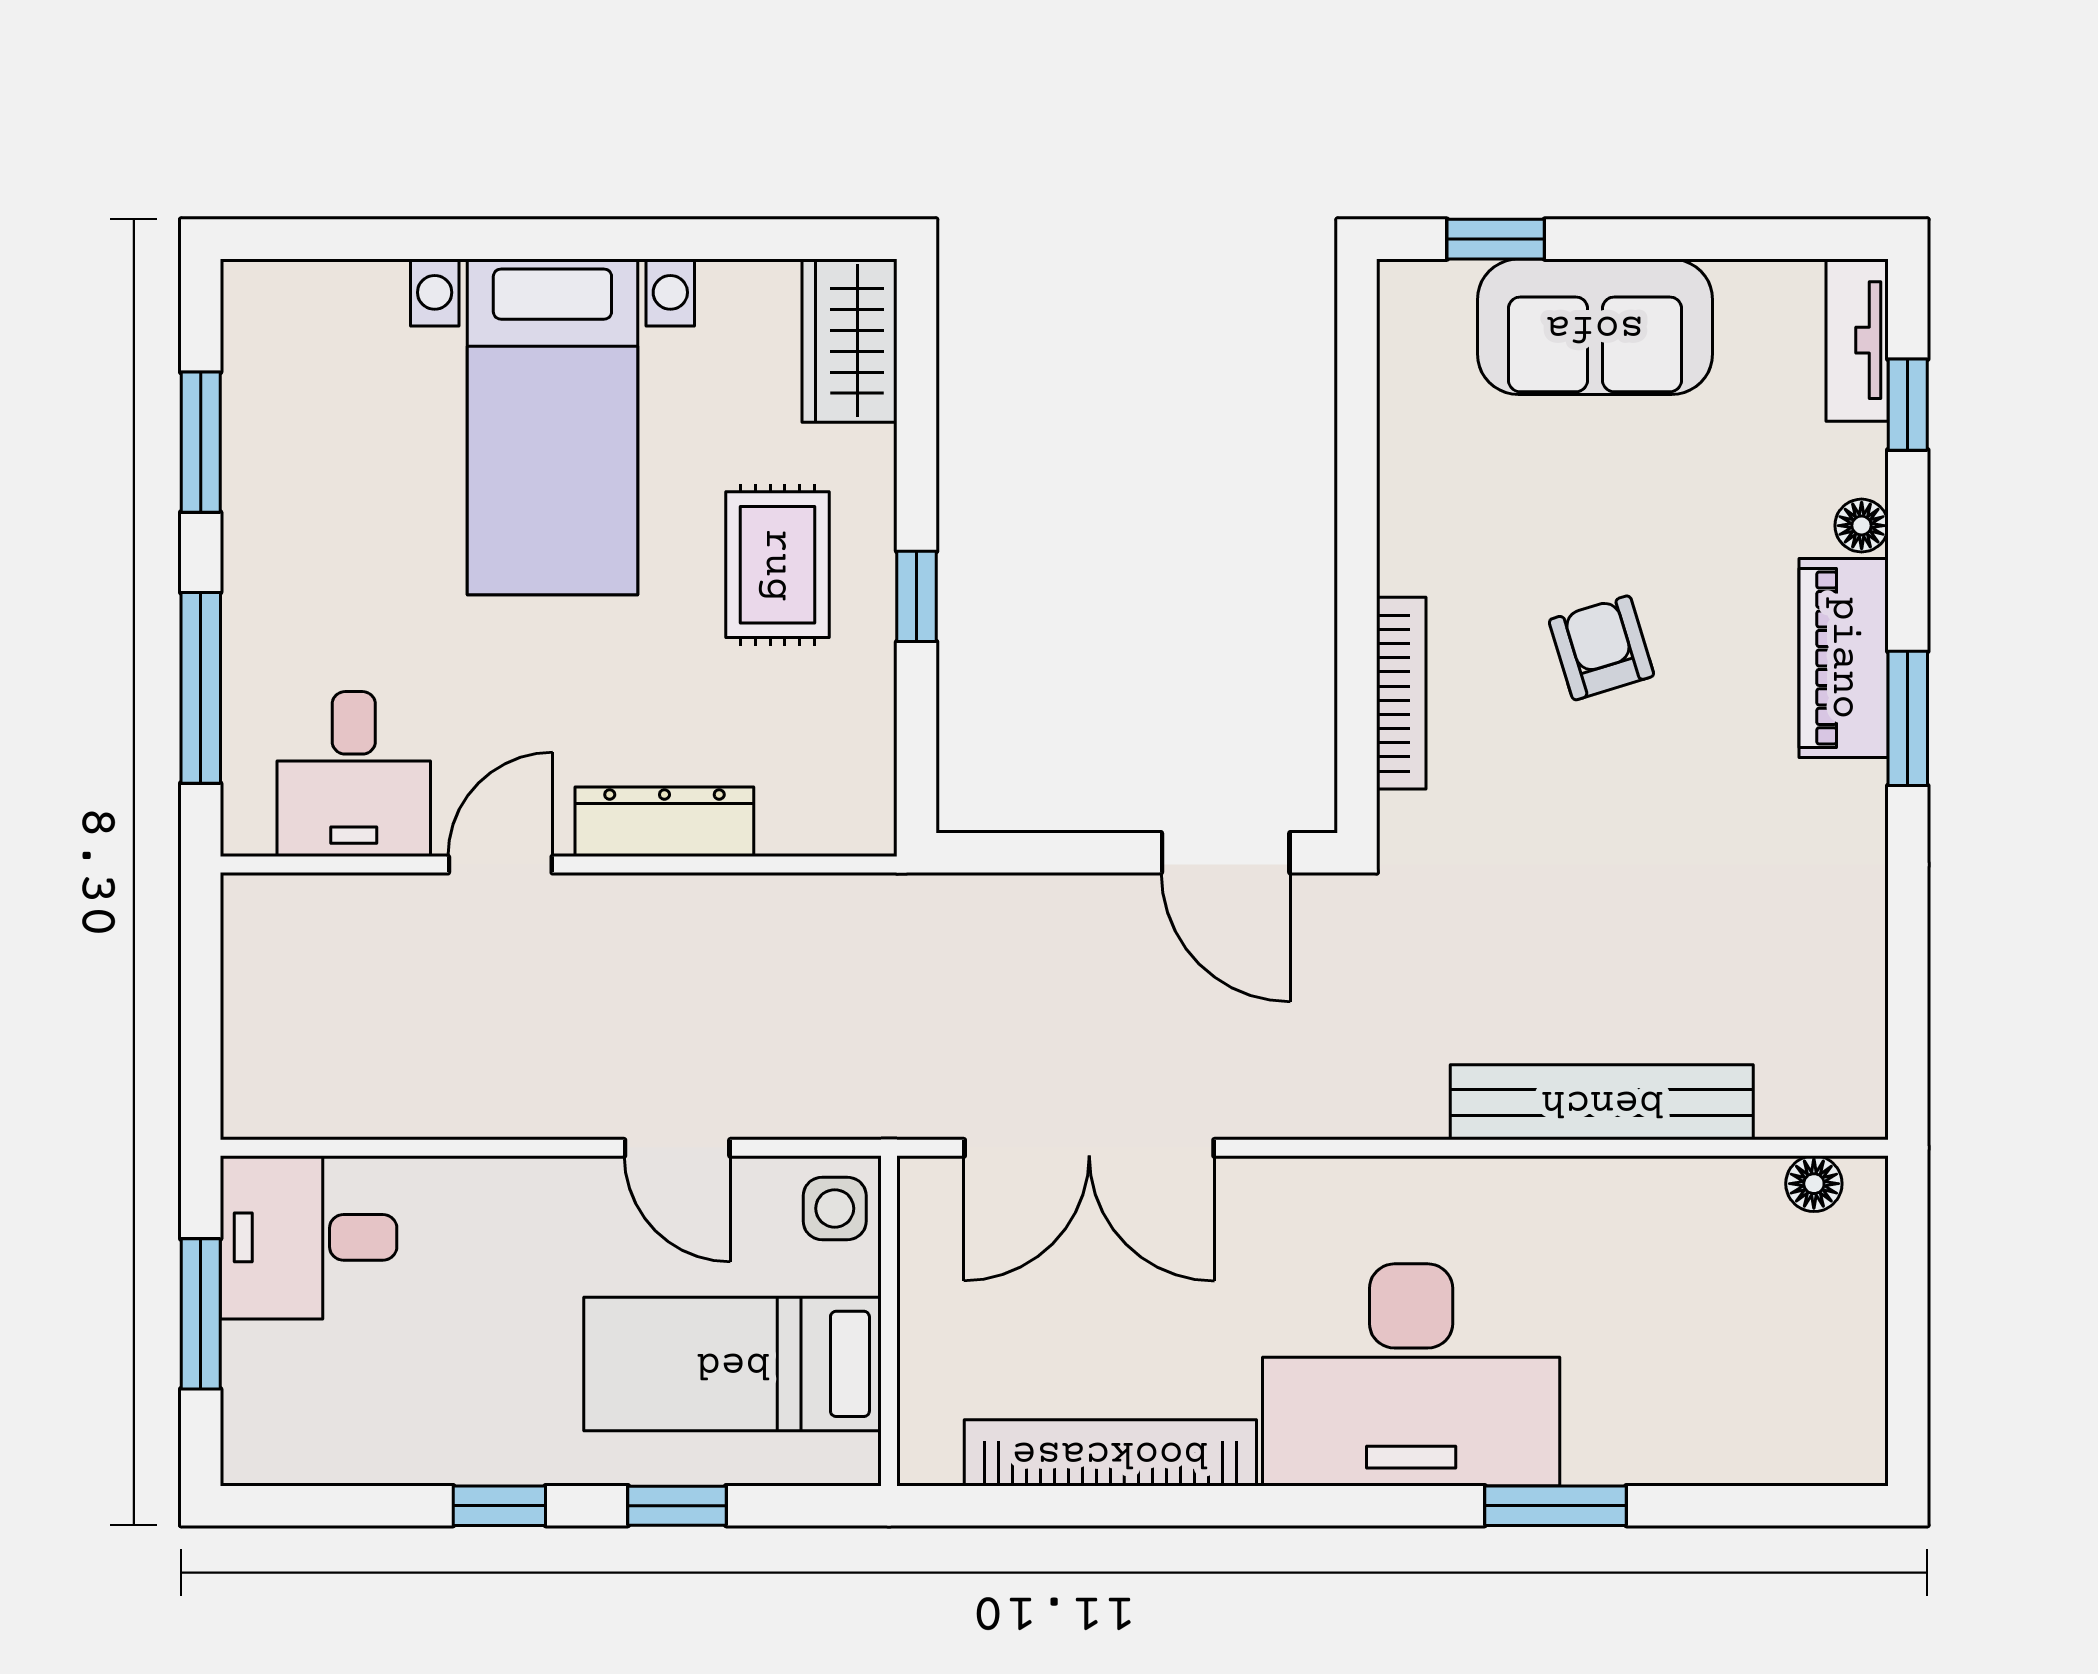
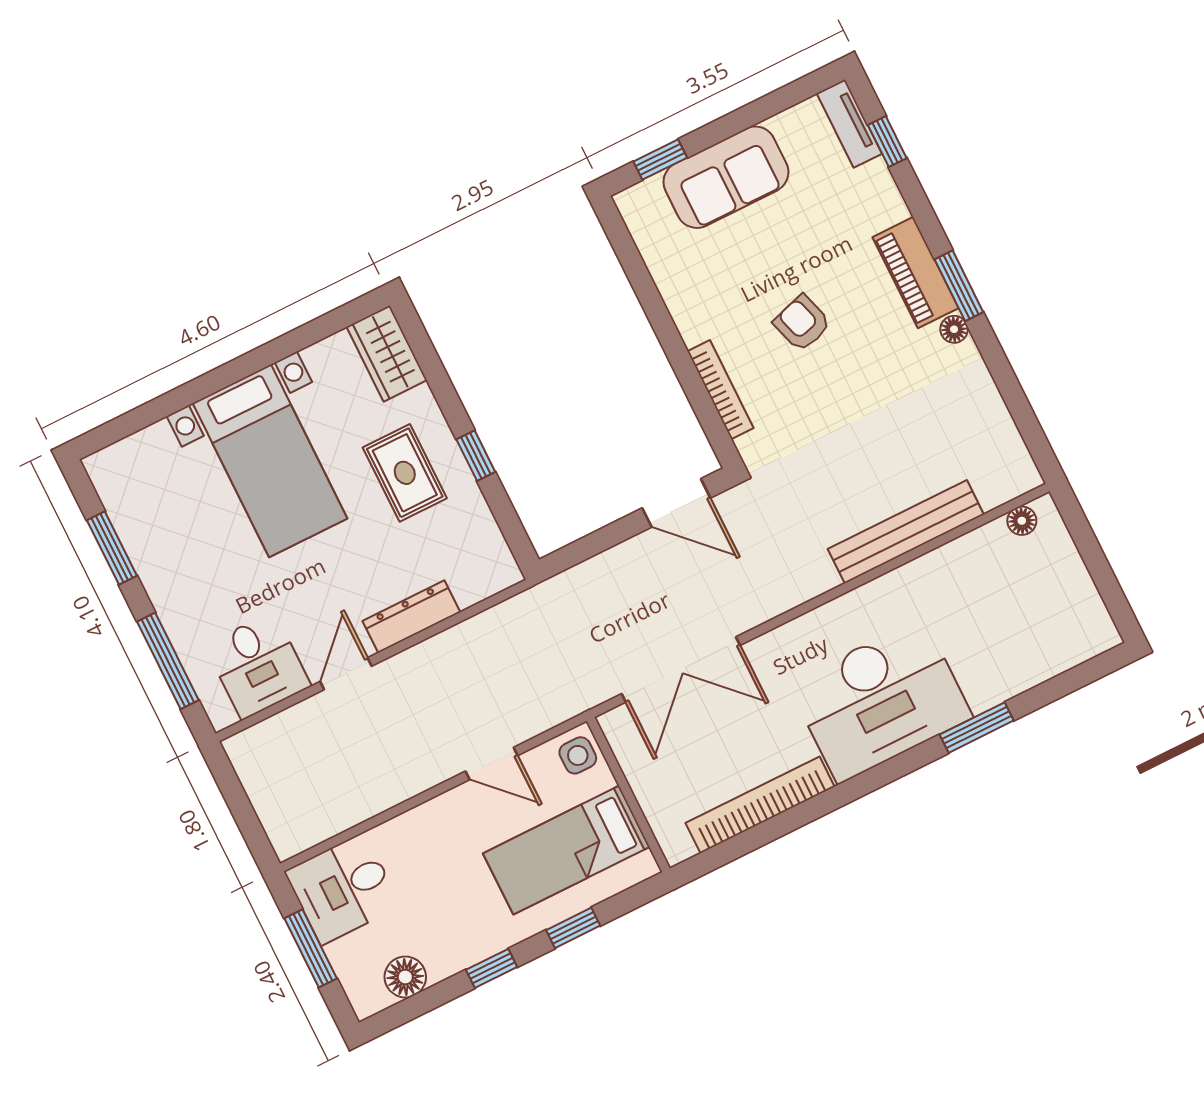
floor lamp: (1862, 526) -> (954, 329), moved
floor lamp: (341, 1446) -> (405, 977), added

